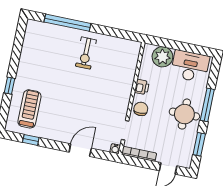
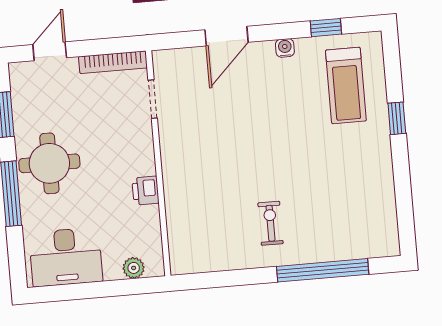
exercise bike: (86, 53) -> (270, 223), width x0.73, depth x0.72
plant: (162, 57) -> (134, 268), width x0.53, depth x0.53
chair: (141, 109) -> (135, 149), removed
water cooler: (115, 149) -> (285, 48), moved

